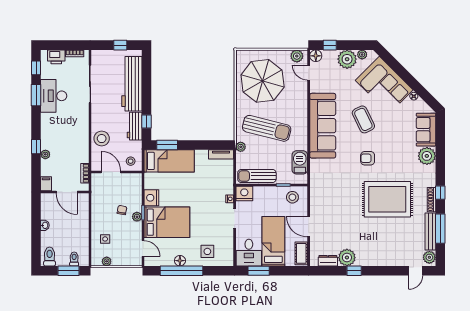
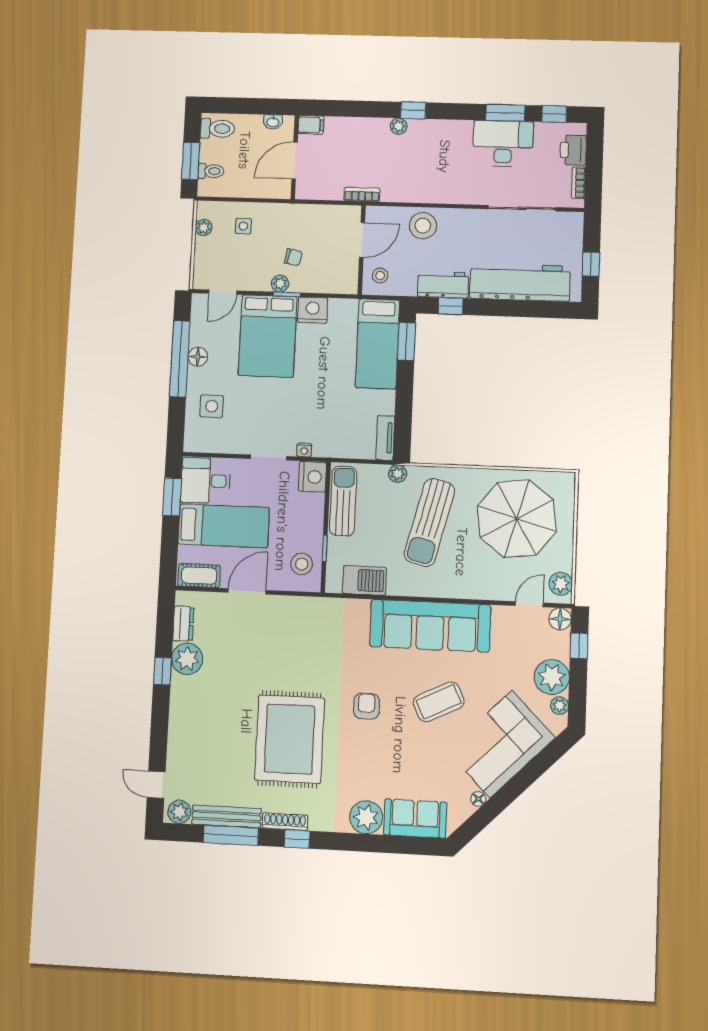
filing cabinet: (46, 184) -> (311, 125), moved
wall: (65, 192) -> (295, 157), moved
door: (67, 192) -> (295, 161), moved

